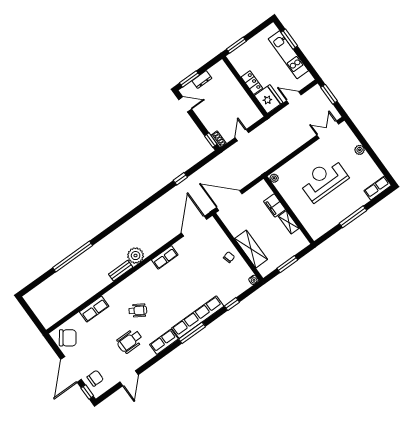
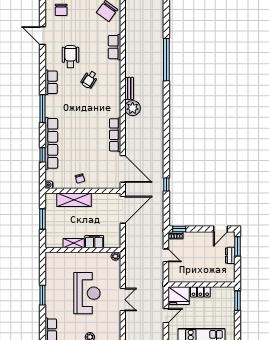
double door: (328, 130) -> (123, 300), moved
window: (353, 217) -> (42, 295), width x0.69
row of seats: (165, 257) -> (115, 135), width x1.48
row of seats: (198, 317) -> (51, 143), moved

